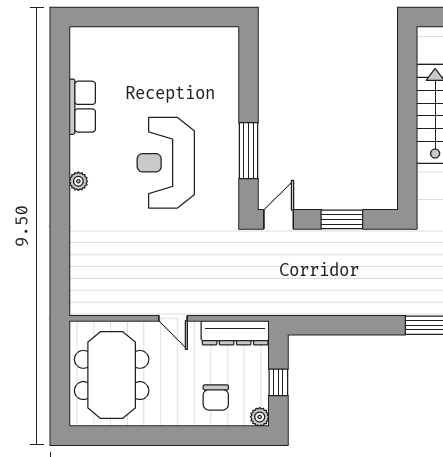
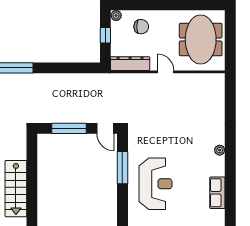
reception desk: (166, 163) -> (155, 184), moved
door: (279, 219) -> (105, 128), hinge flipped
window: (342, 219) -> (69, 128), width x1.44
chair: (216, 397) -> (141, 27), turned 90

